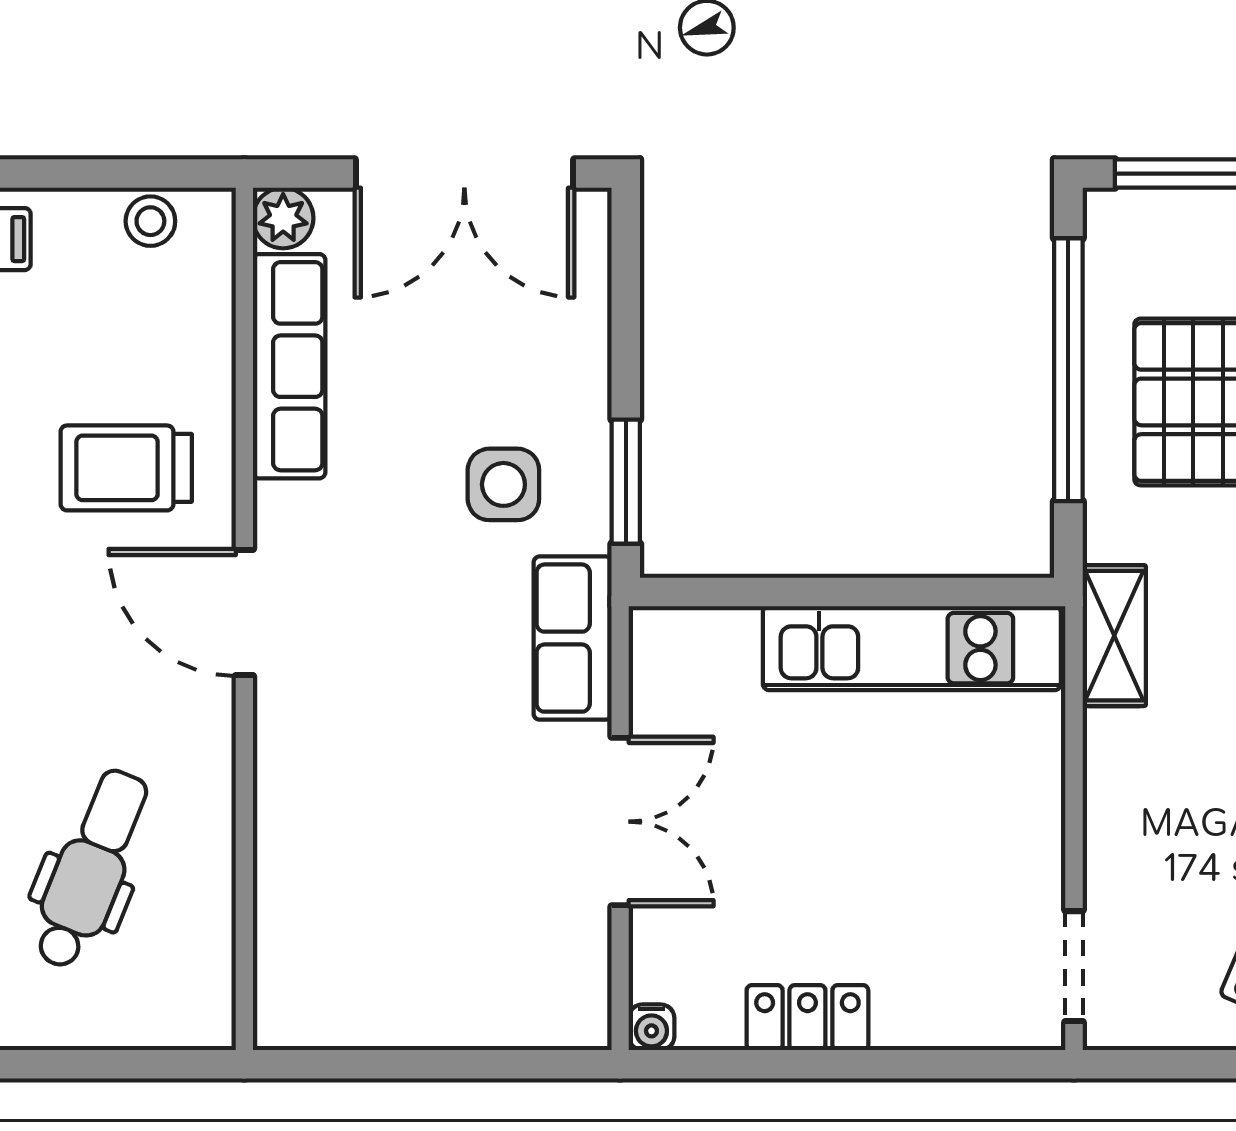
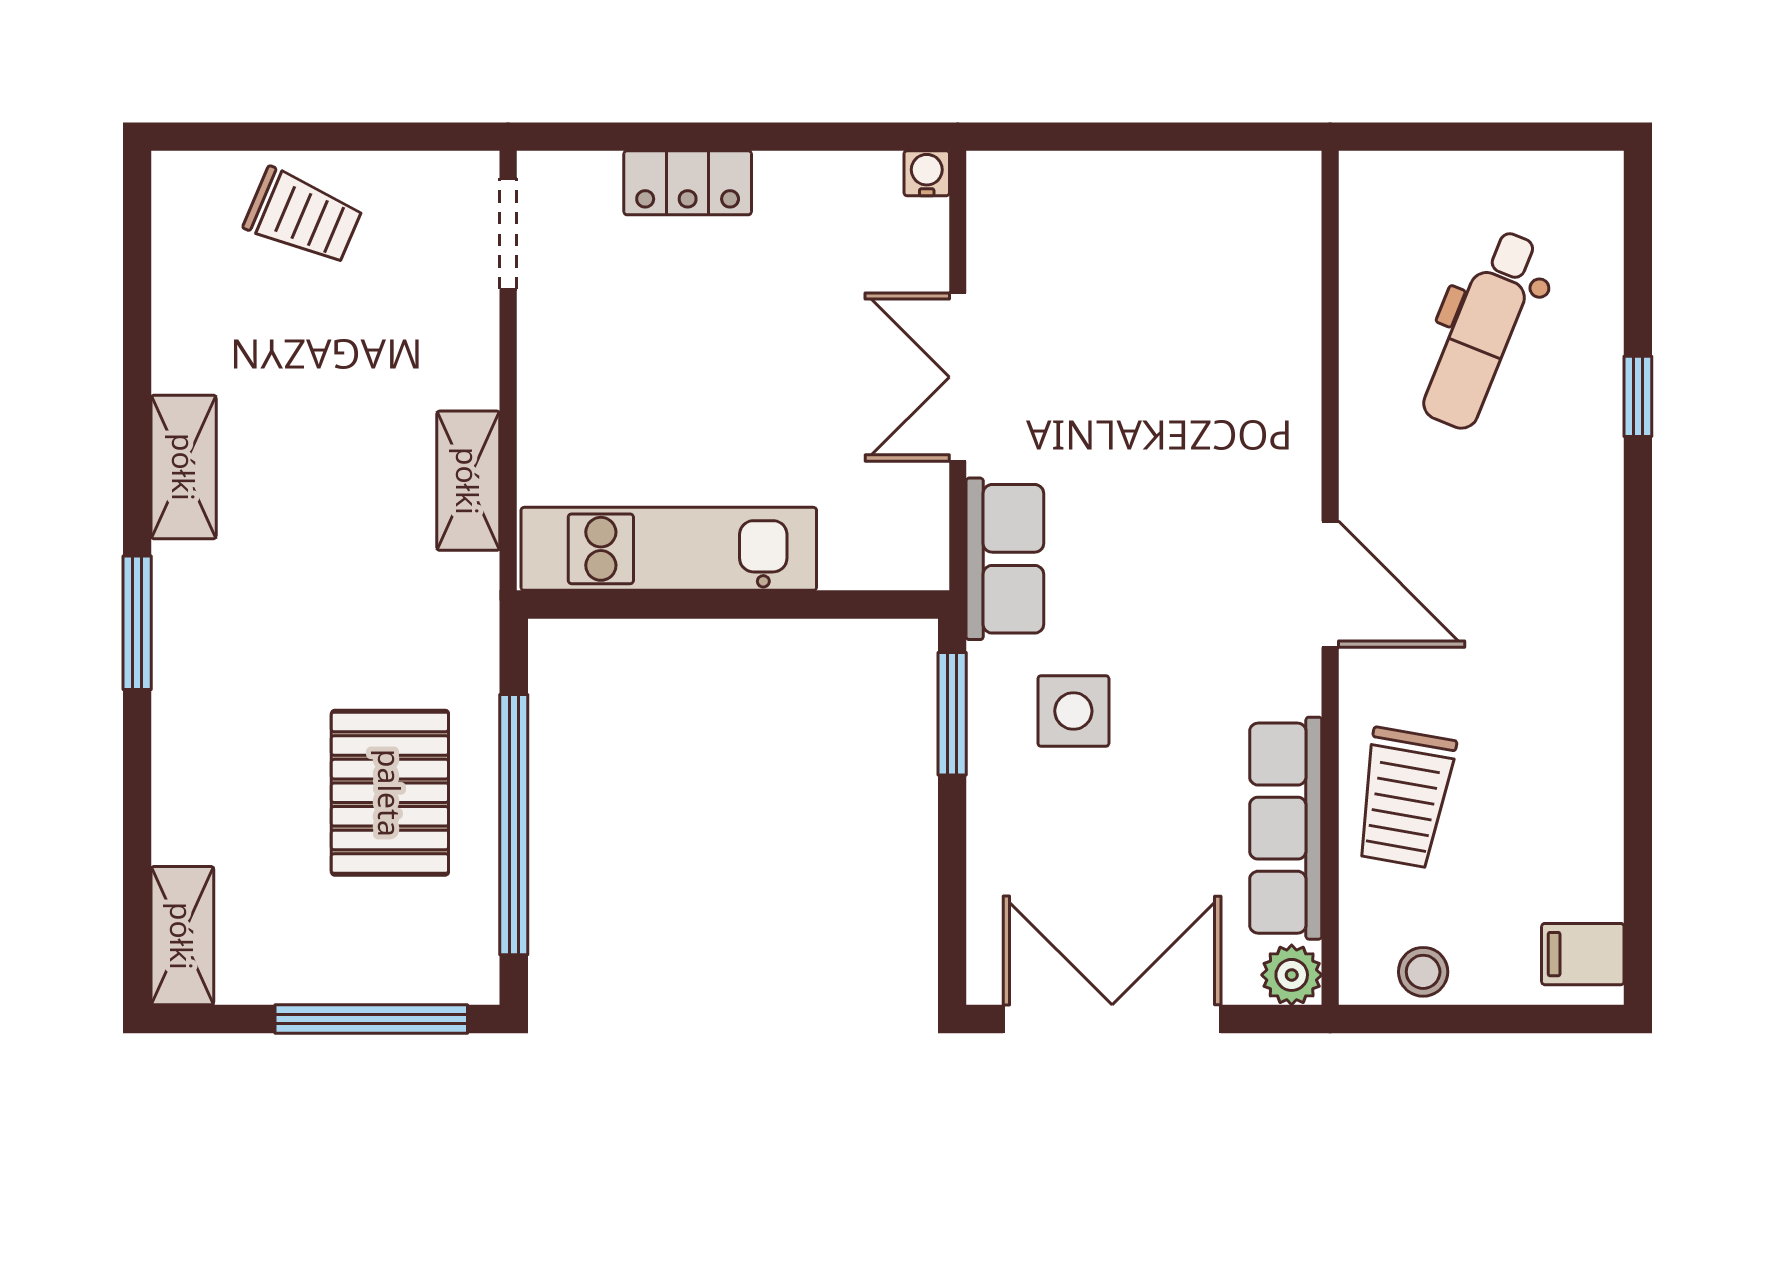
trolley: (126, 468) -> (1405, 798), moved, turned 100
shelving: (1114, 636) -> (468, 481), moved
locker: (807, 1018) -> (688, 183), moved

